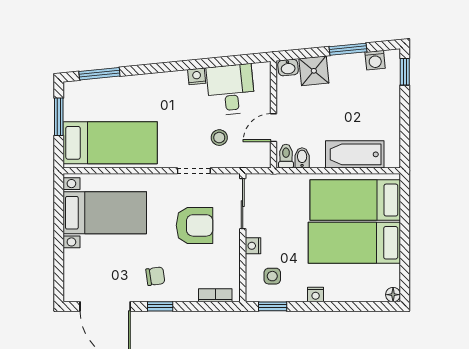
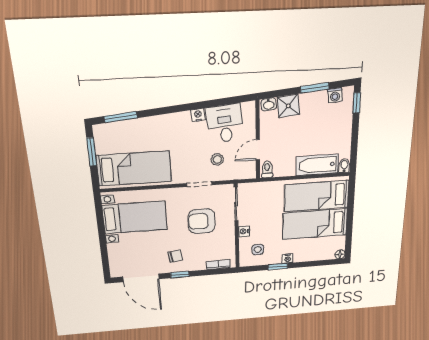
bidet: (302, 158) -> (344, 166), moved
armchair: (195, 225) -> (202, 221), turned 180
window: (273, 306) -> (278, 267), moved

